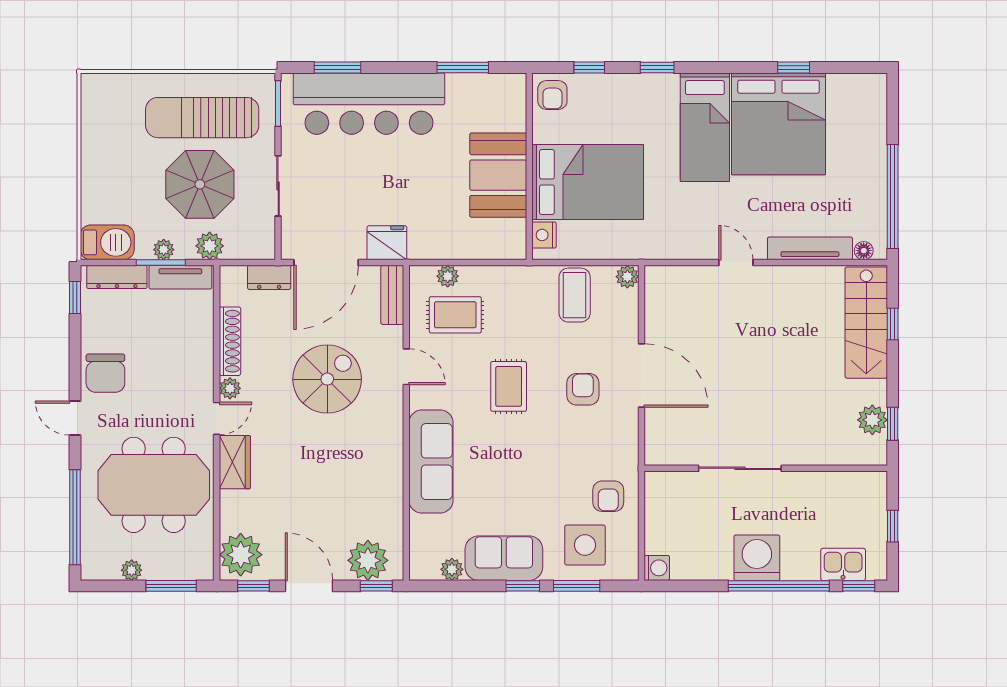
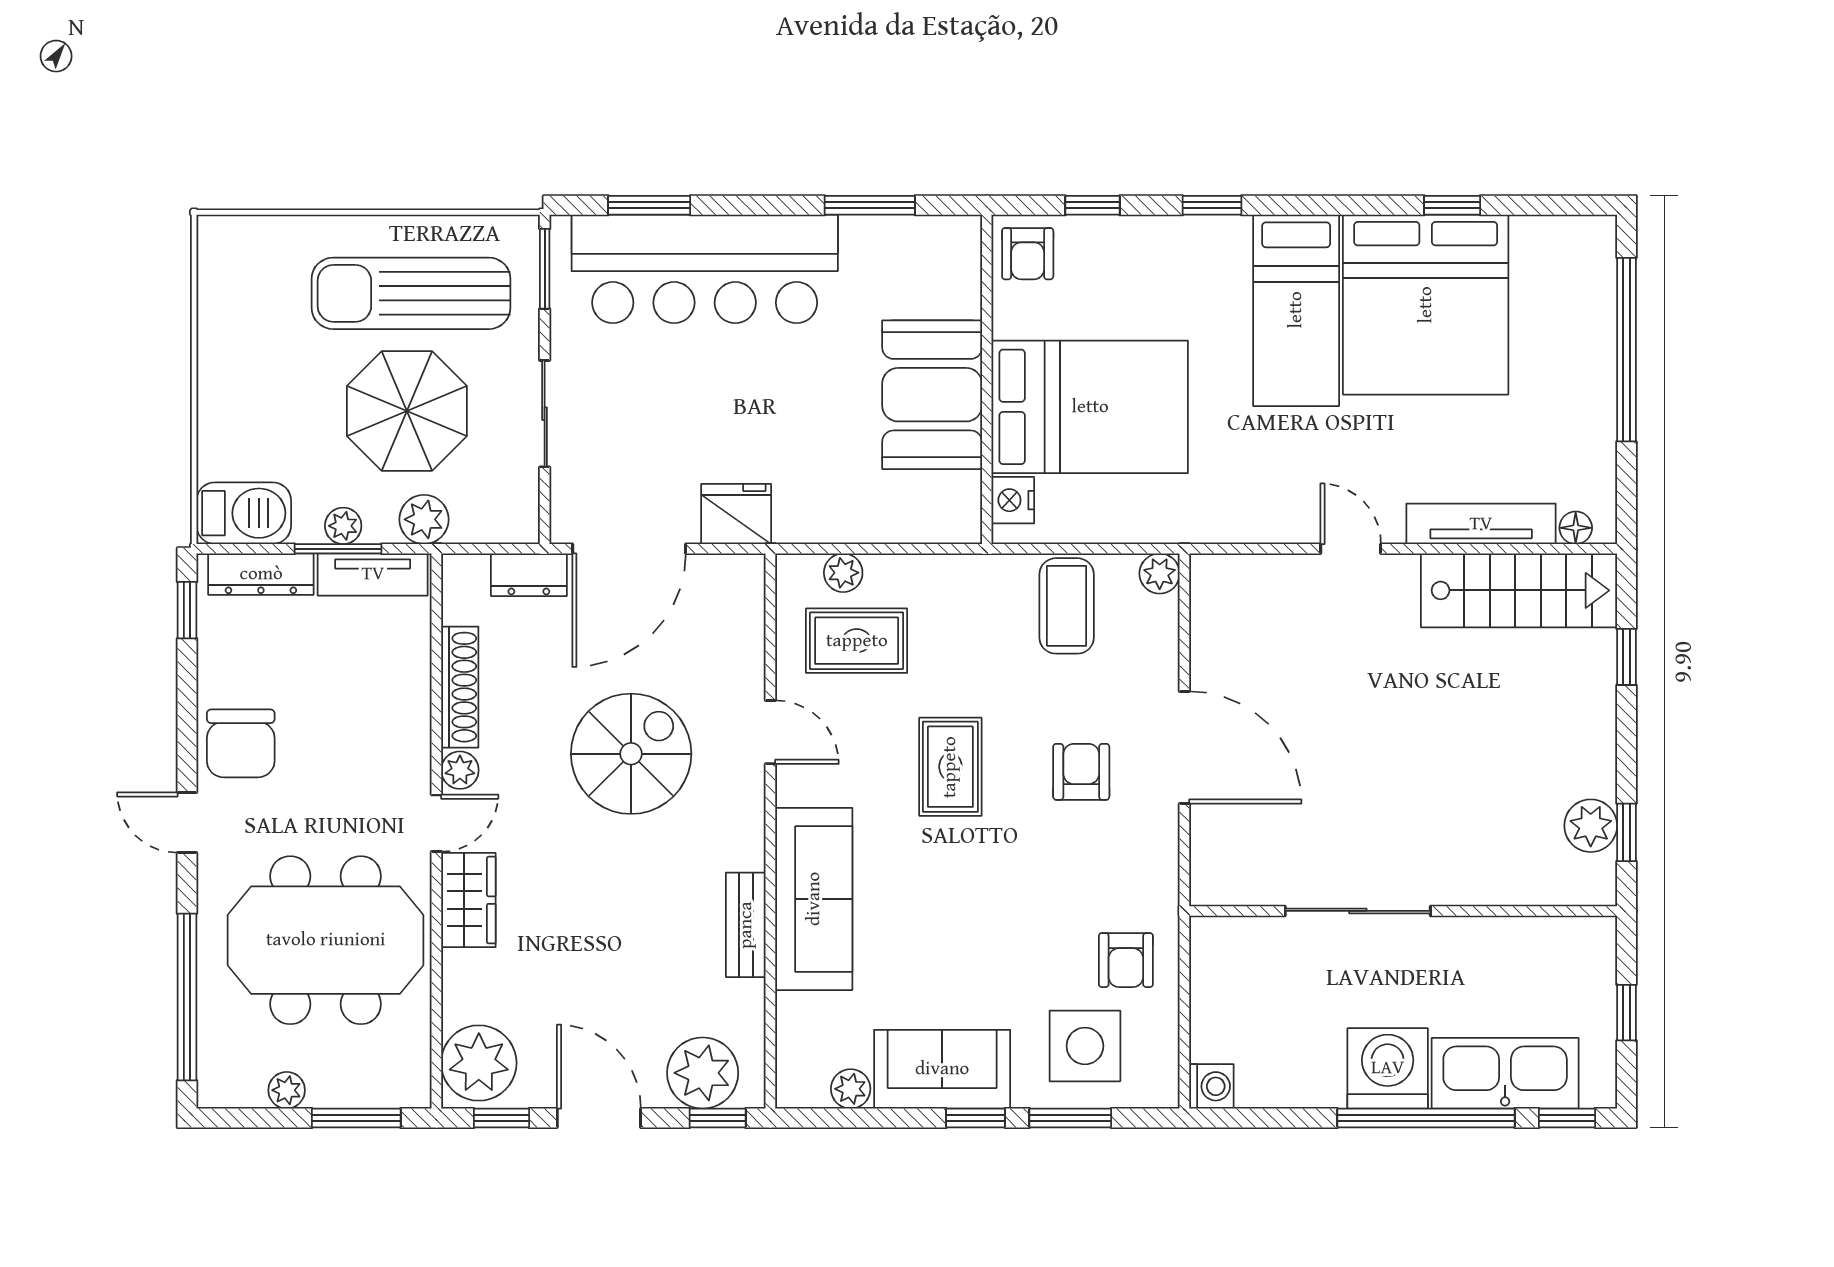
window: (893, 196) -> (1627, 350), moved
bench: (392, 295) -> (746, 925), moved
stairs: (866, 323) -> (1519, 590), moved, turned -90
kitchen sink: (843, 564) -> (1505, 1073), width x1.87, depth x1.24

